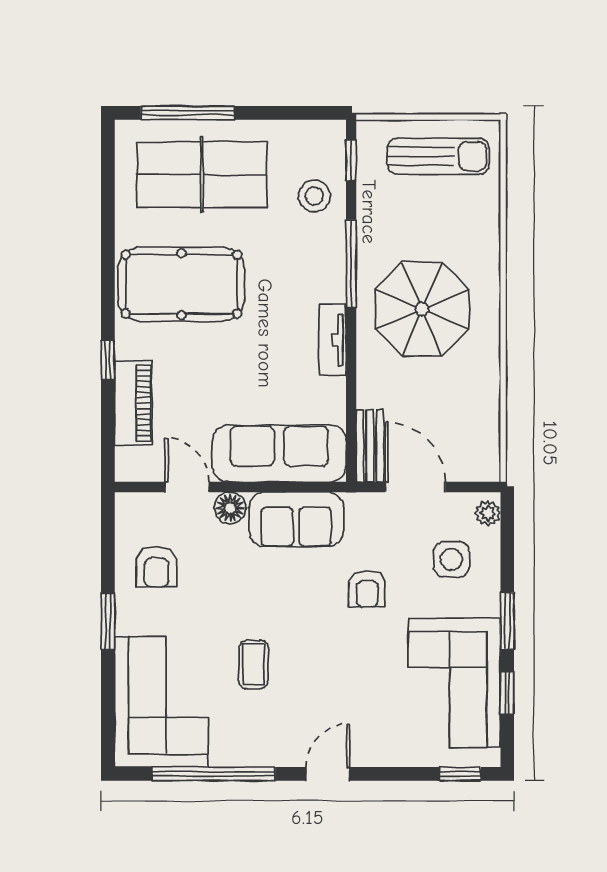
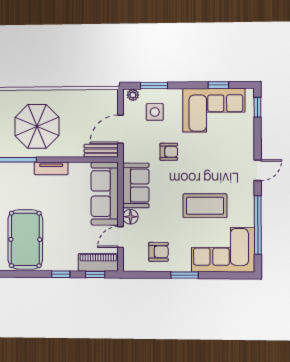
piano: (133, 403) -> (98, 262), moved
window: (108, 433) -> (95, 274), added
window: (507, 621) -> (154, 86), moved
coffee table: (254, 664) -> (205, 206), width x1.86, depth x1.72
door: (328, 774) -> (258, 170), swing flipped

